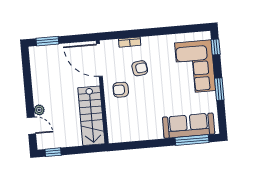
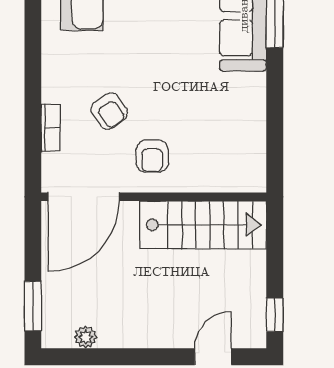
armchair: (140, 68) -> (109, 111), turned 153
plant: (39, 110) -> (86, 337), moved

